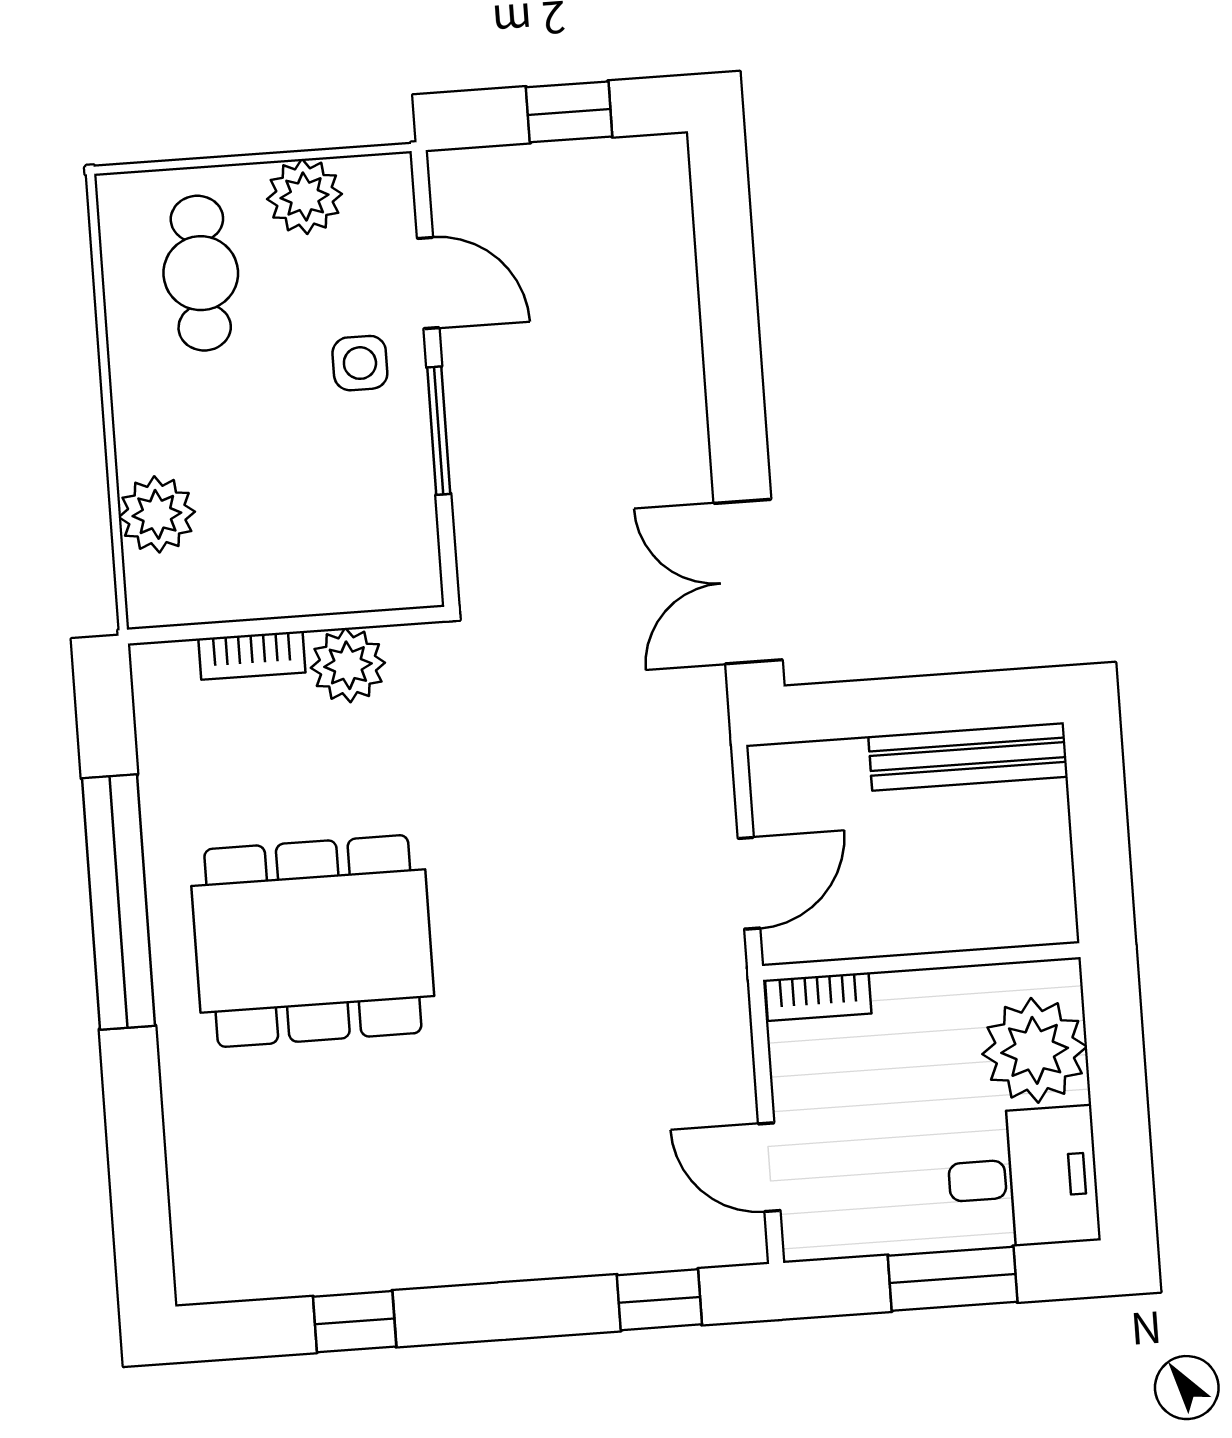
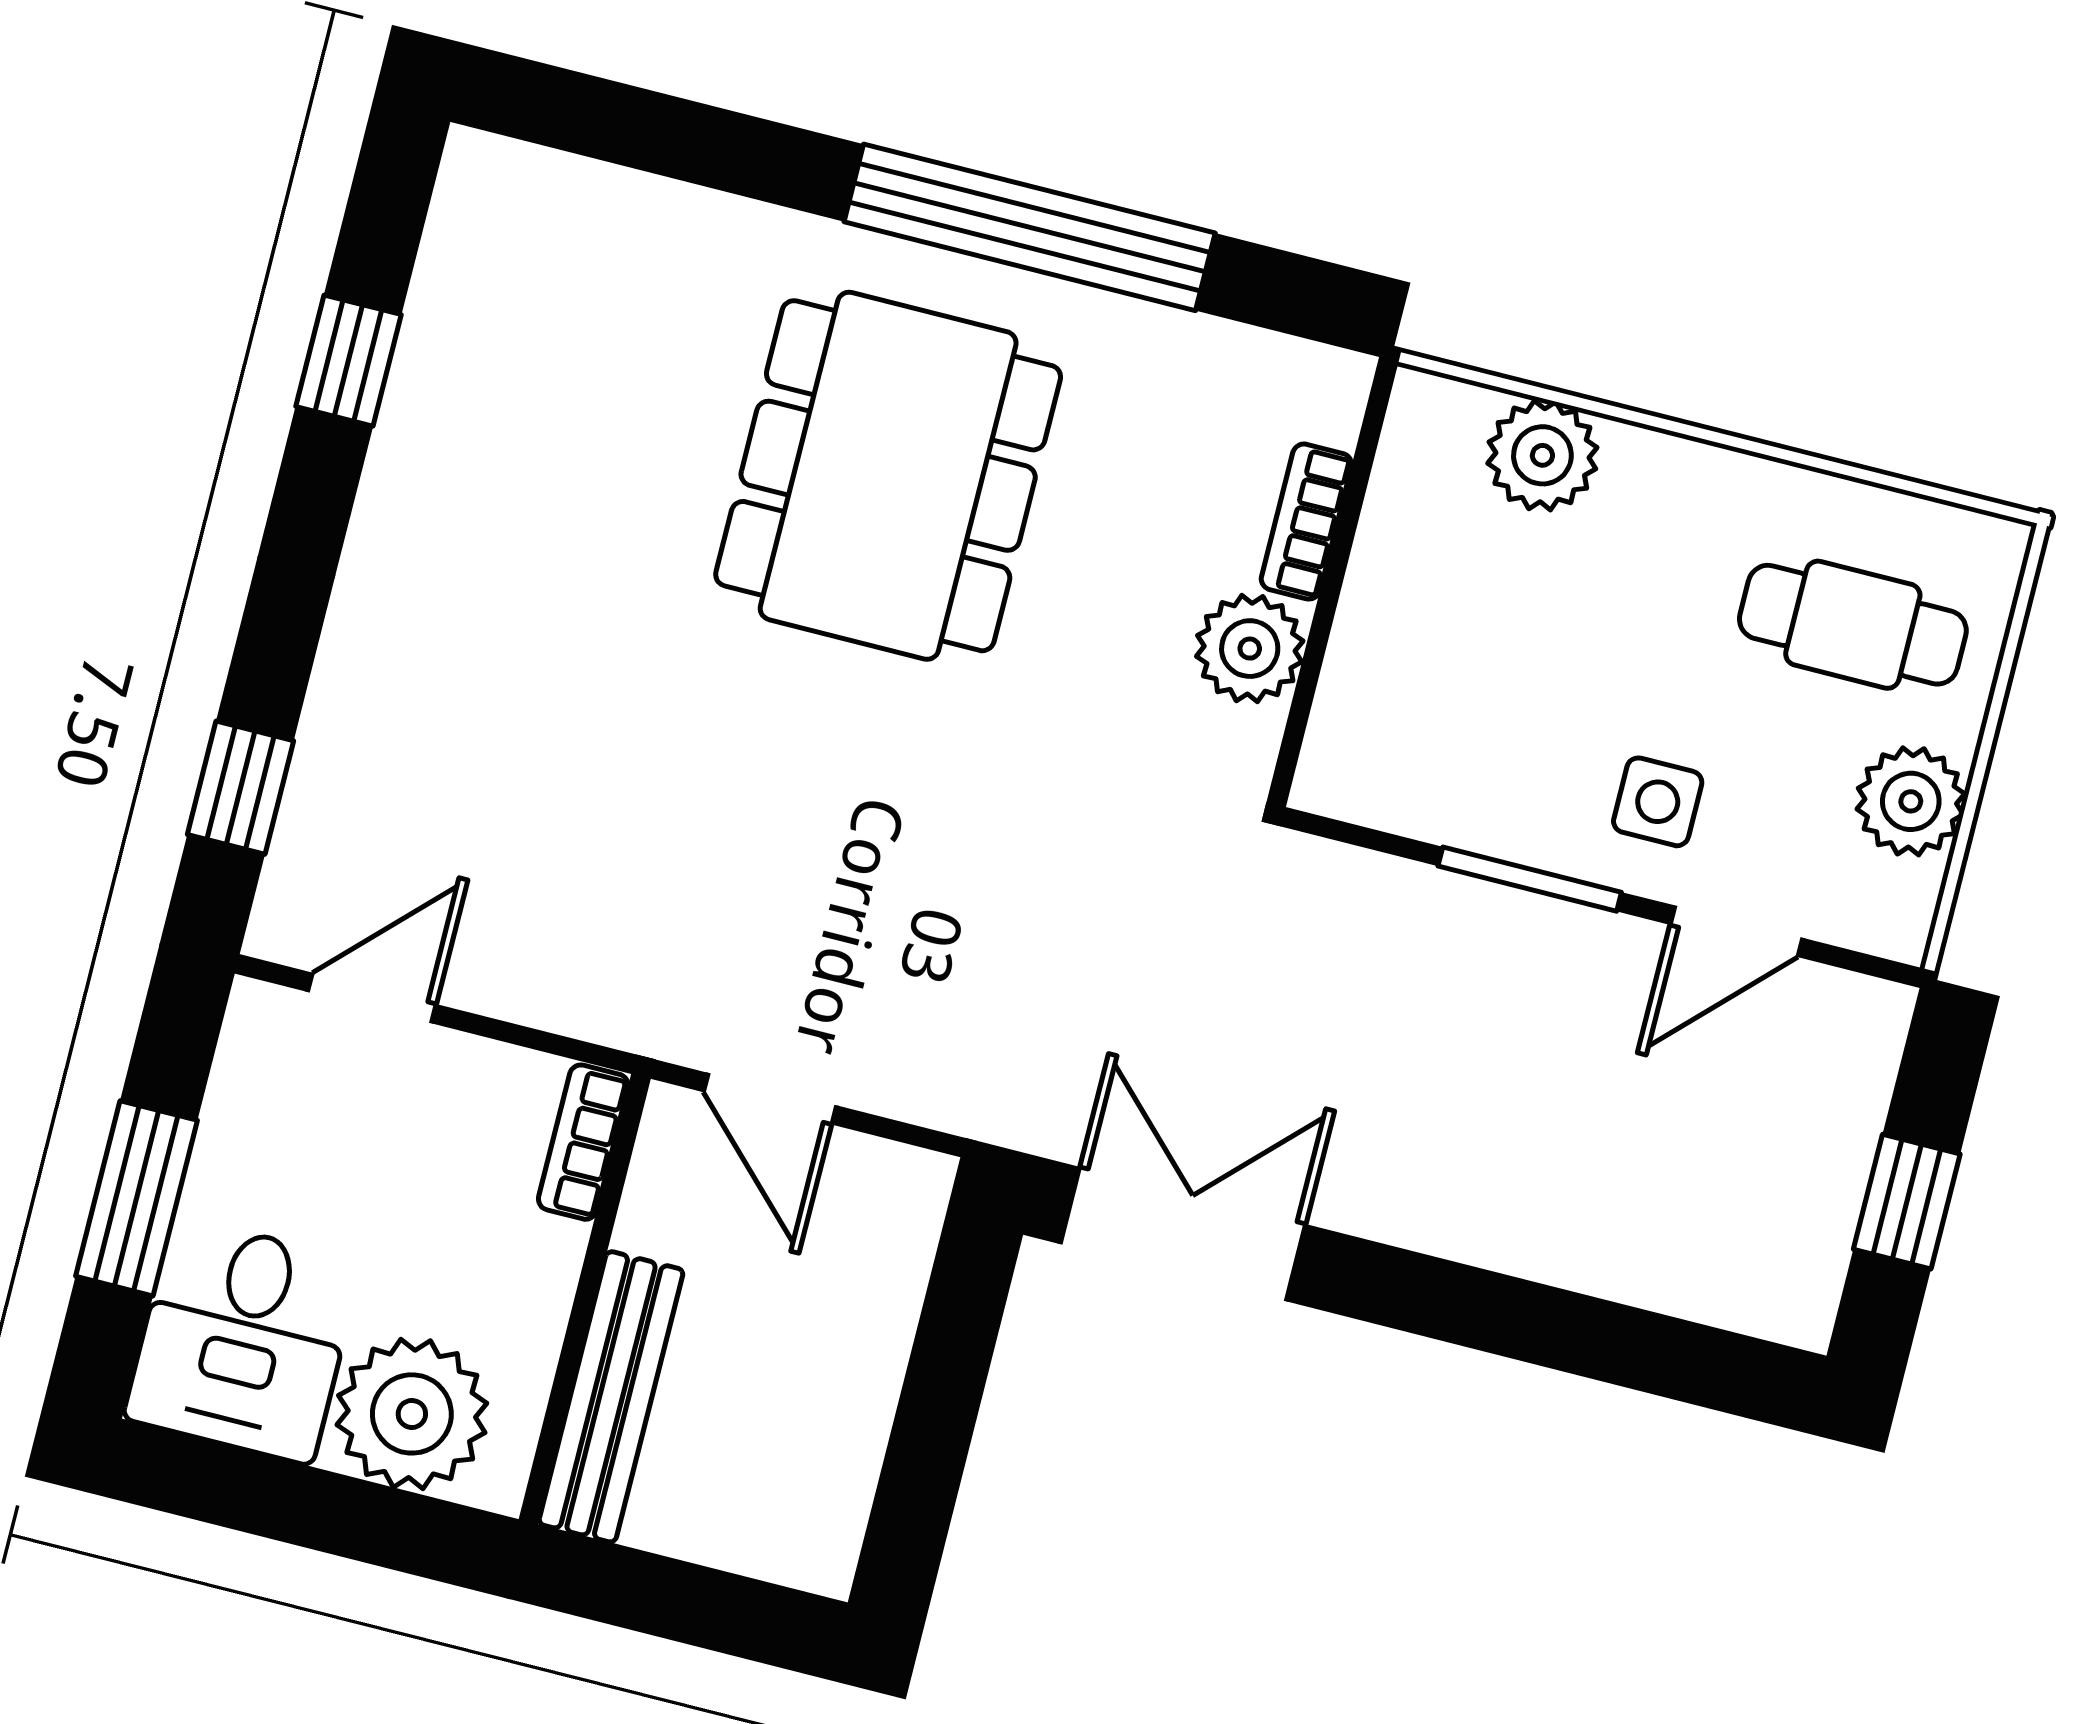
bench: (968, 757) -> (611, 1397), moved

